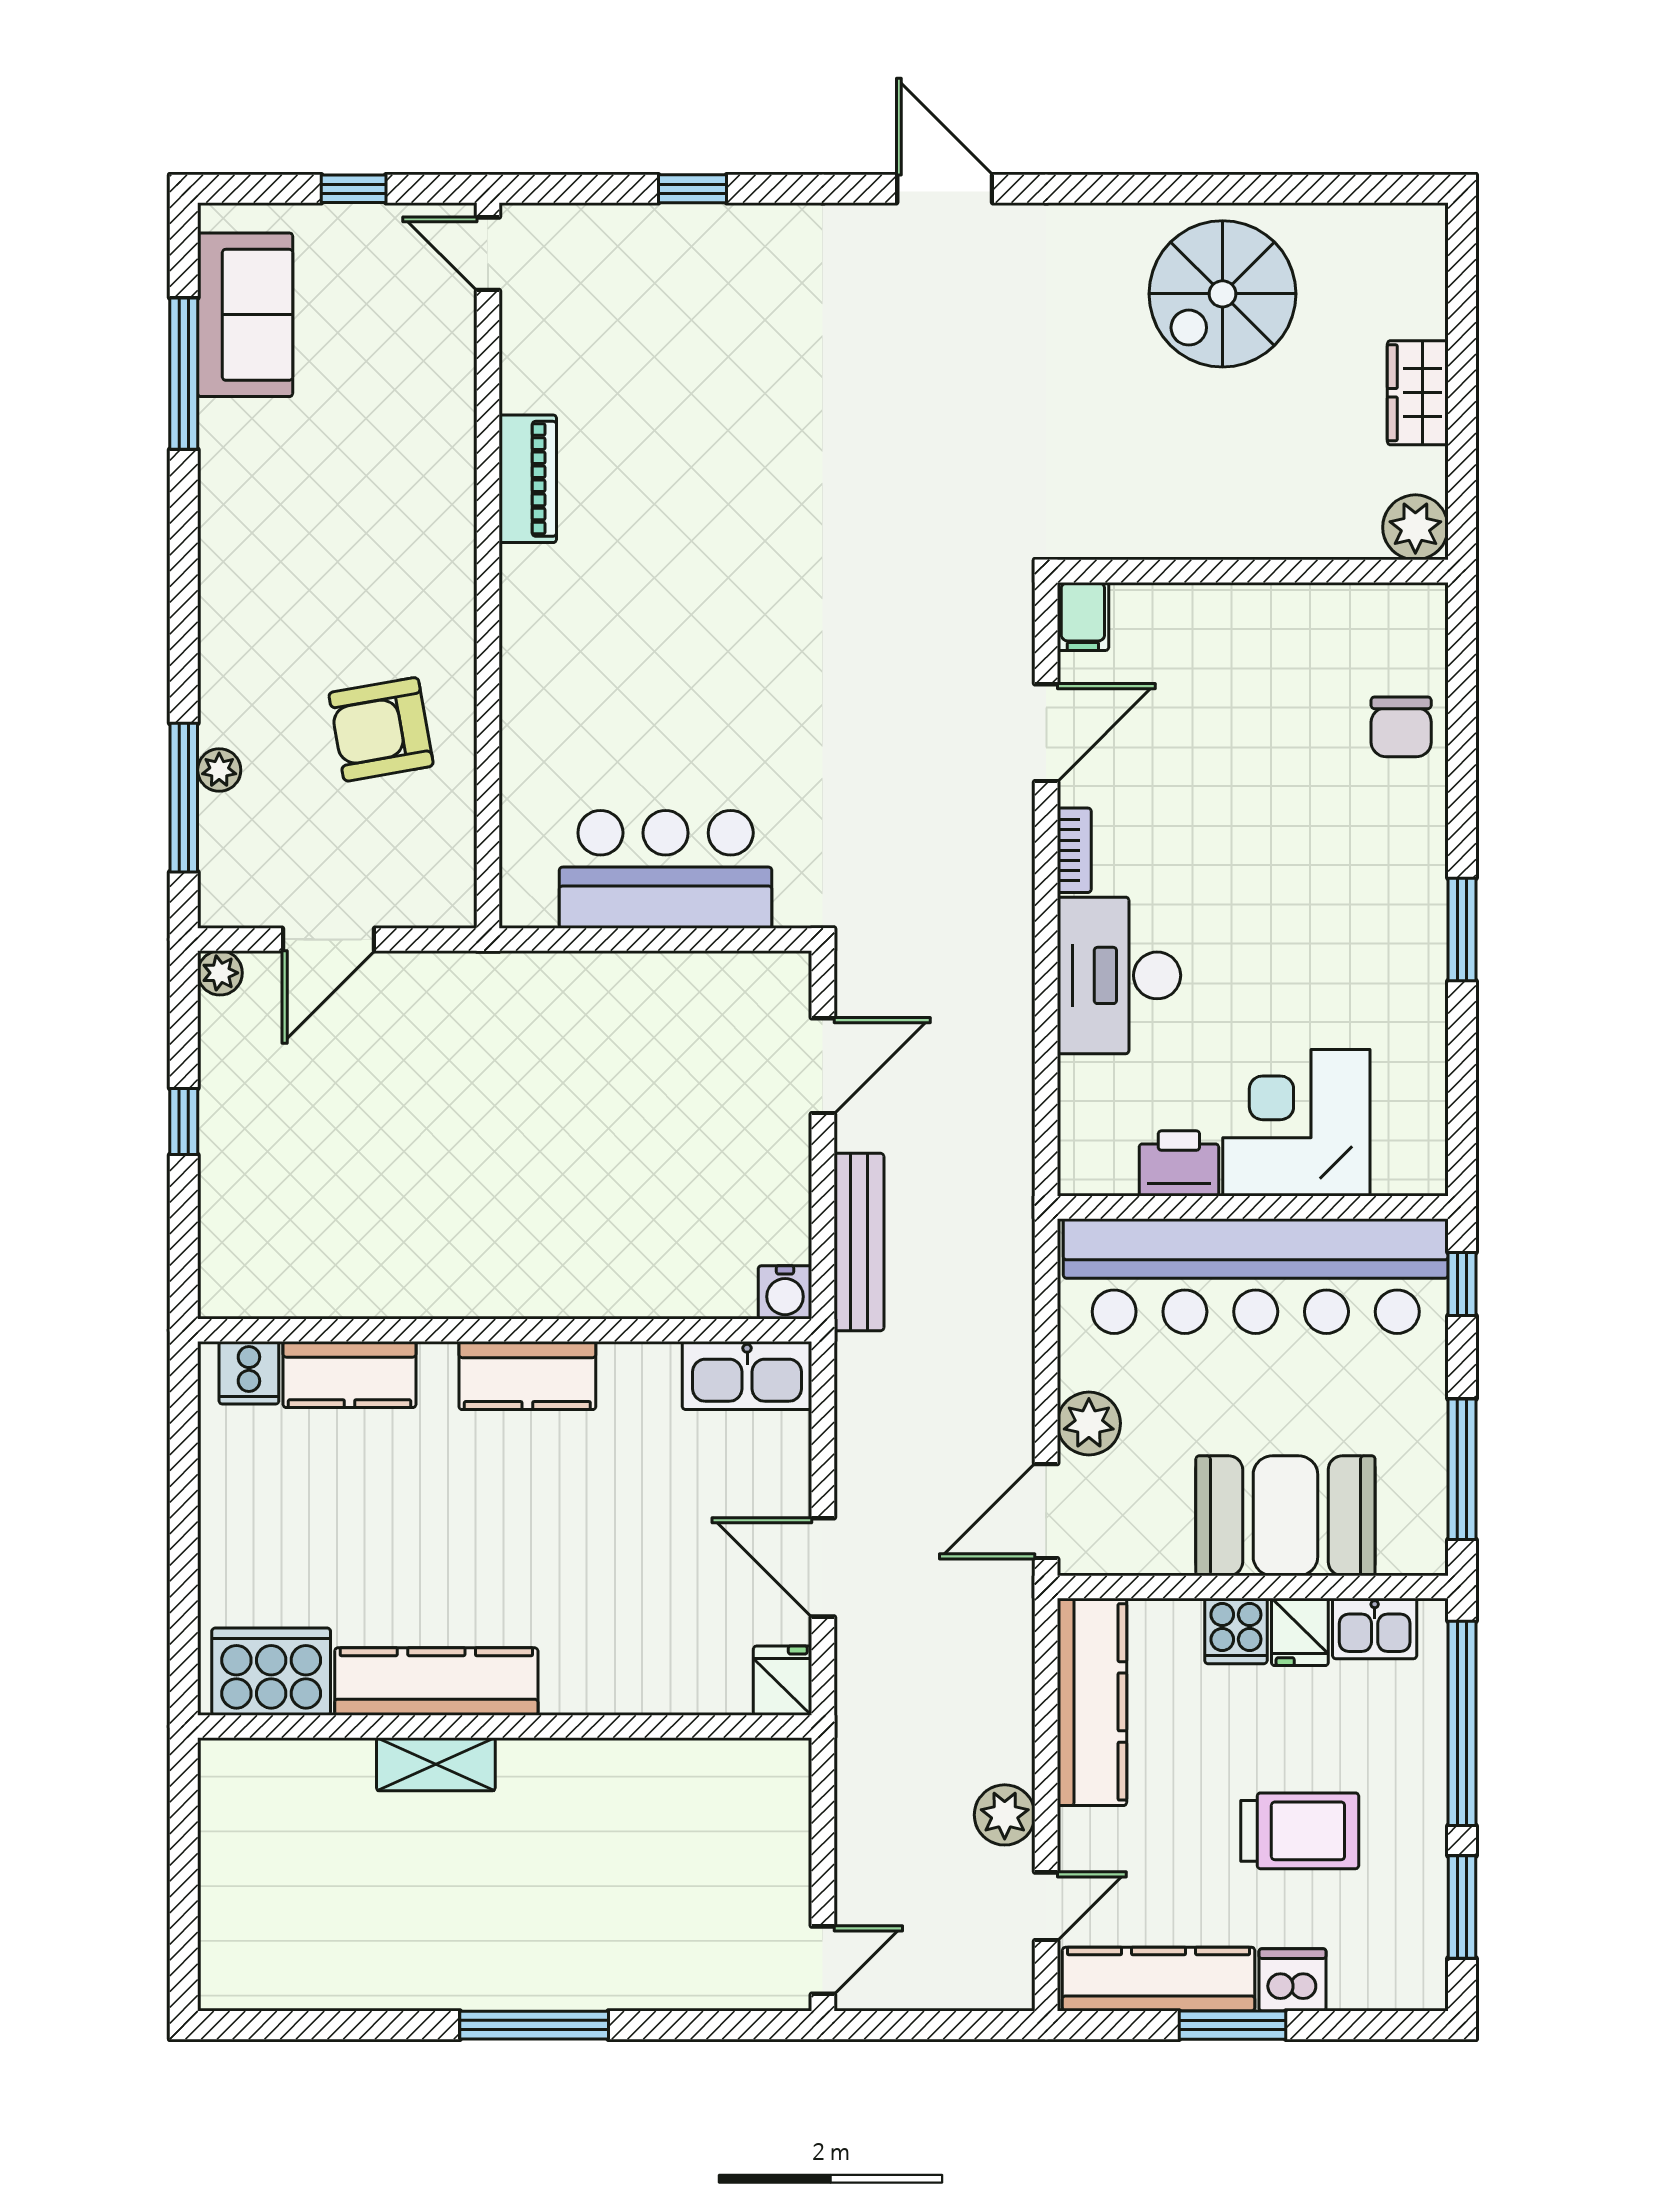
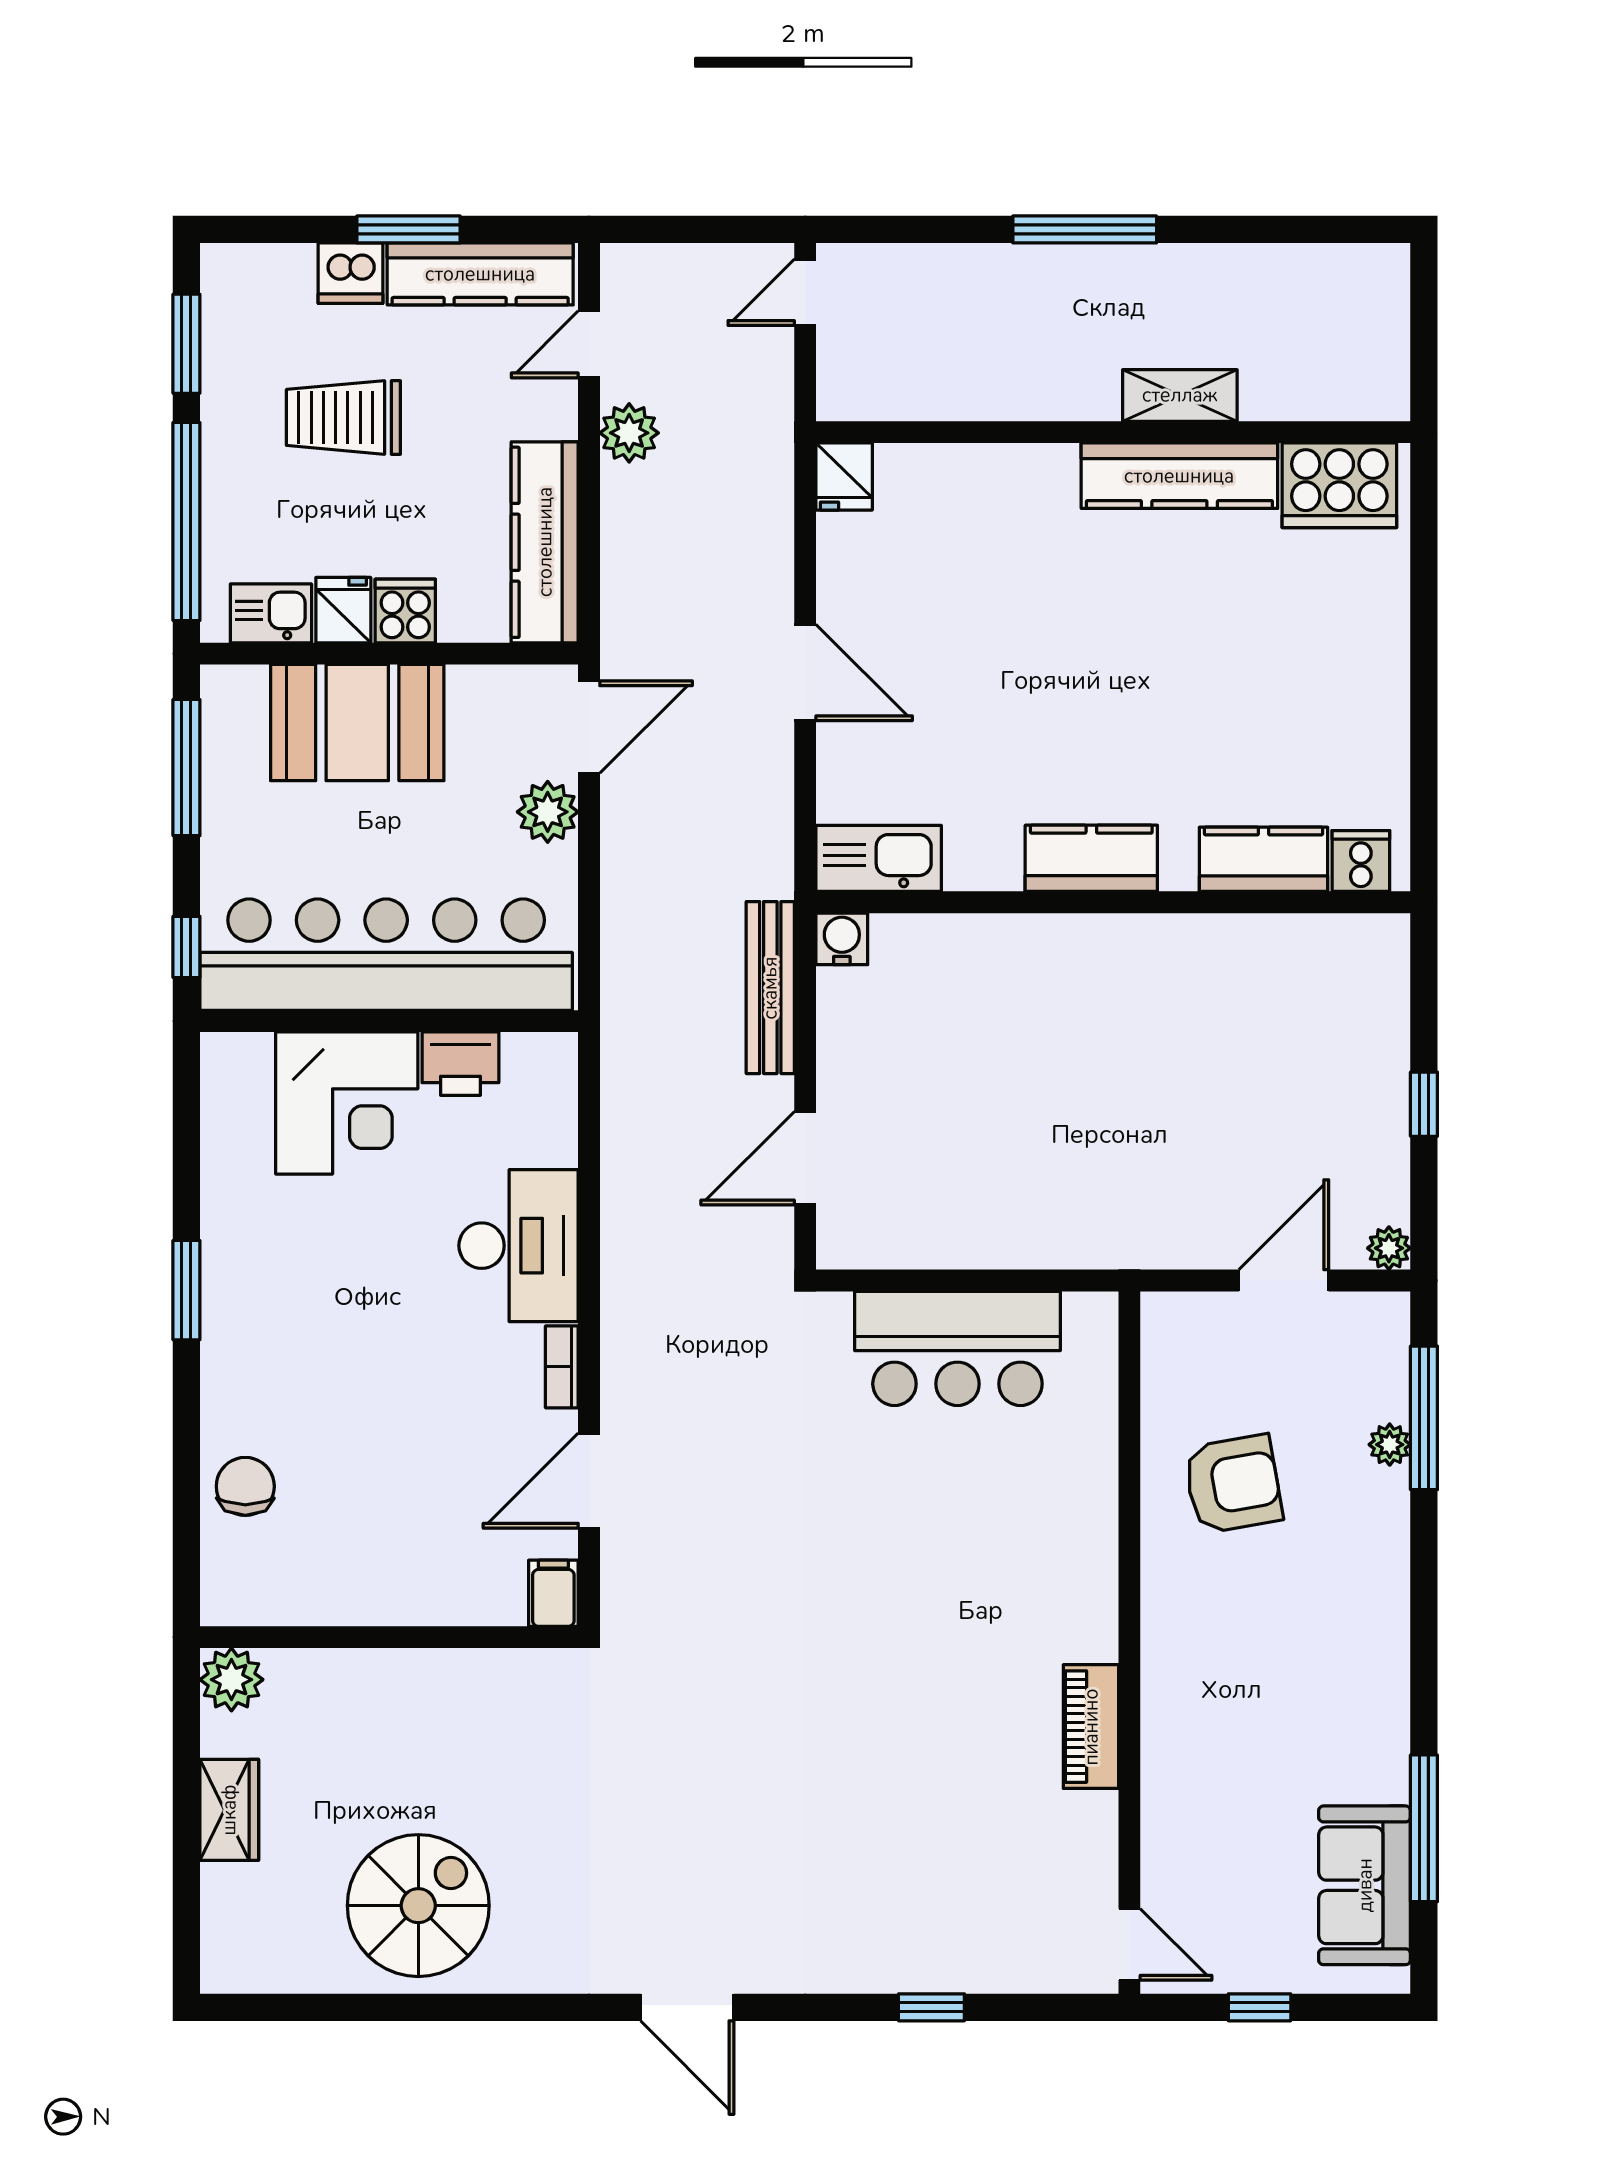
cooker: (271, 1672) -> (1339, 485), moved
kitchen counter: (436, 1681) -> (1179, 476), moved
fridge: (783, 1681) -> (844, 476), moved
wall: (505, 1726) -> (1113, 432), moved
shelving: (436, 1764) -> (1180, 395), moved

